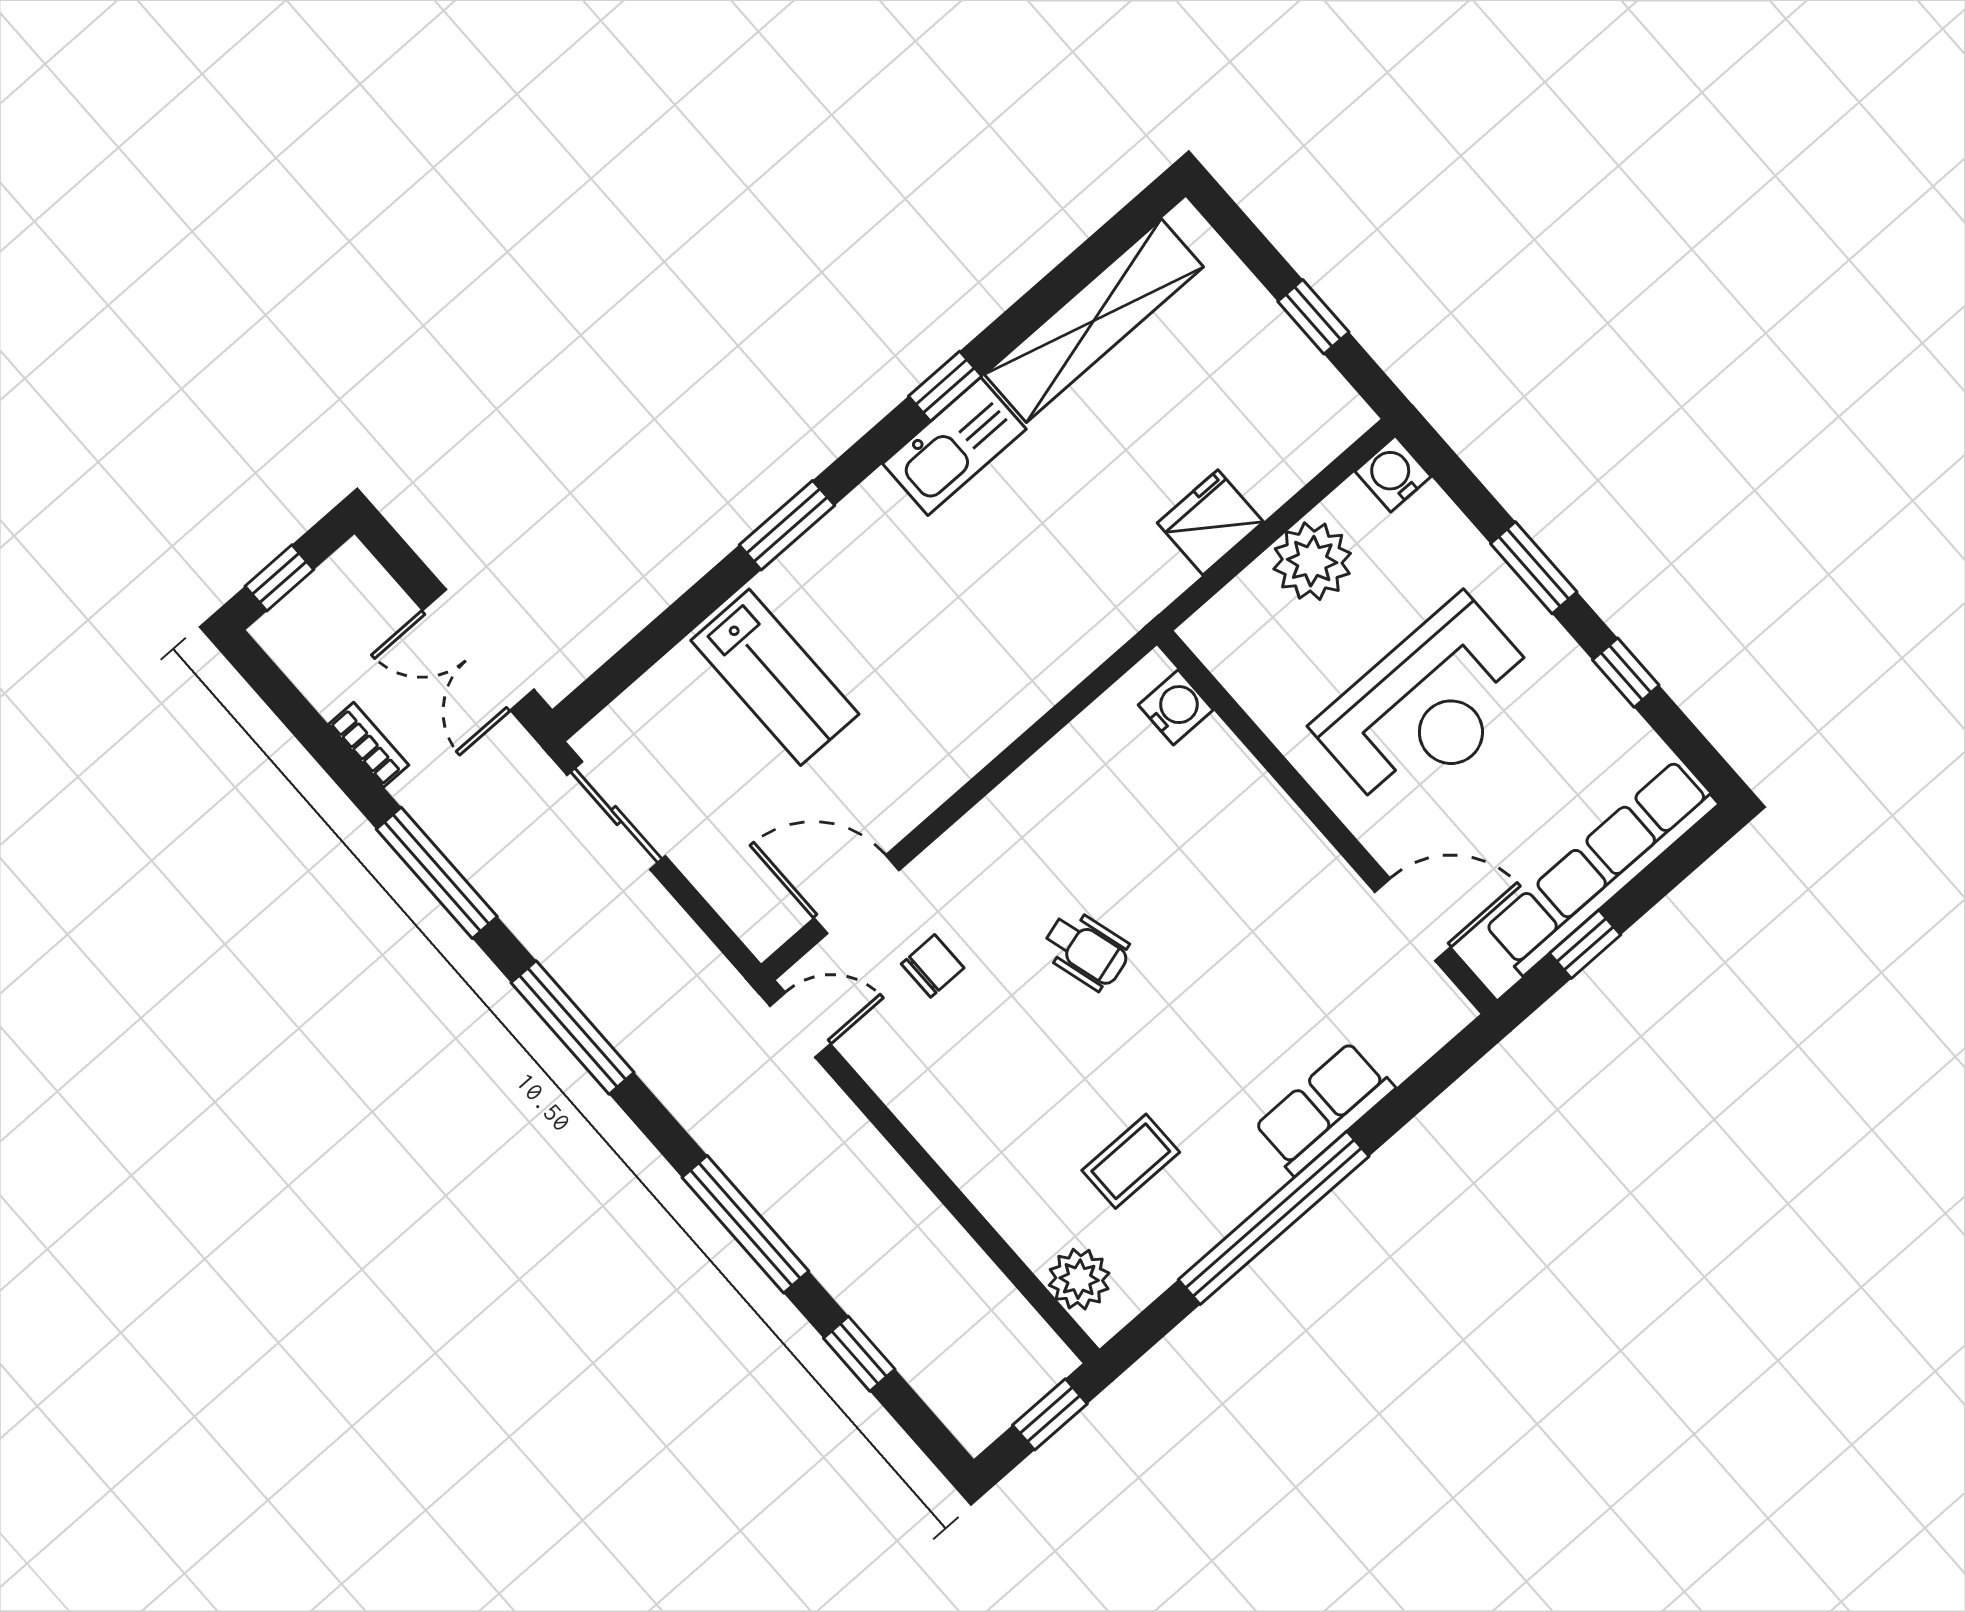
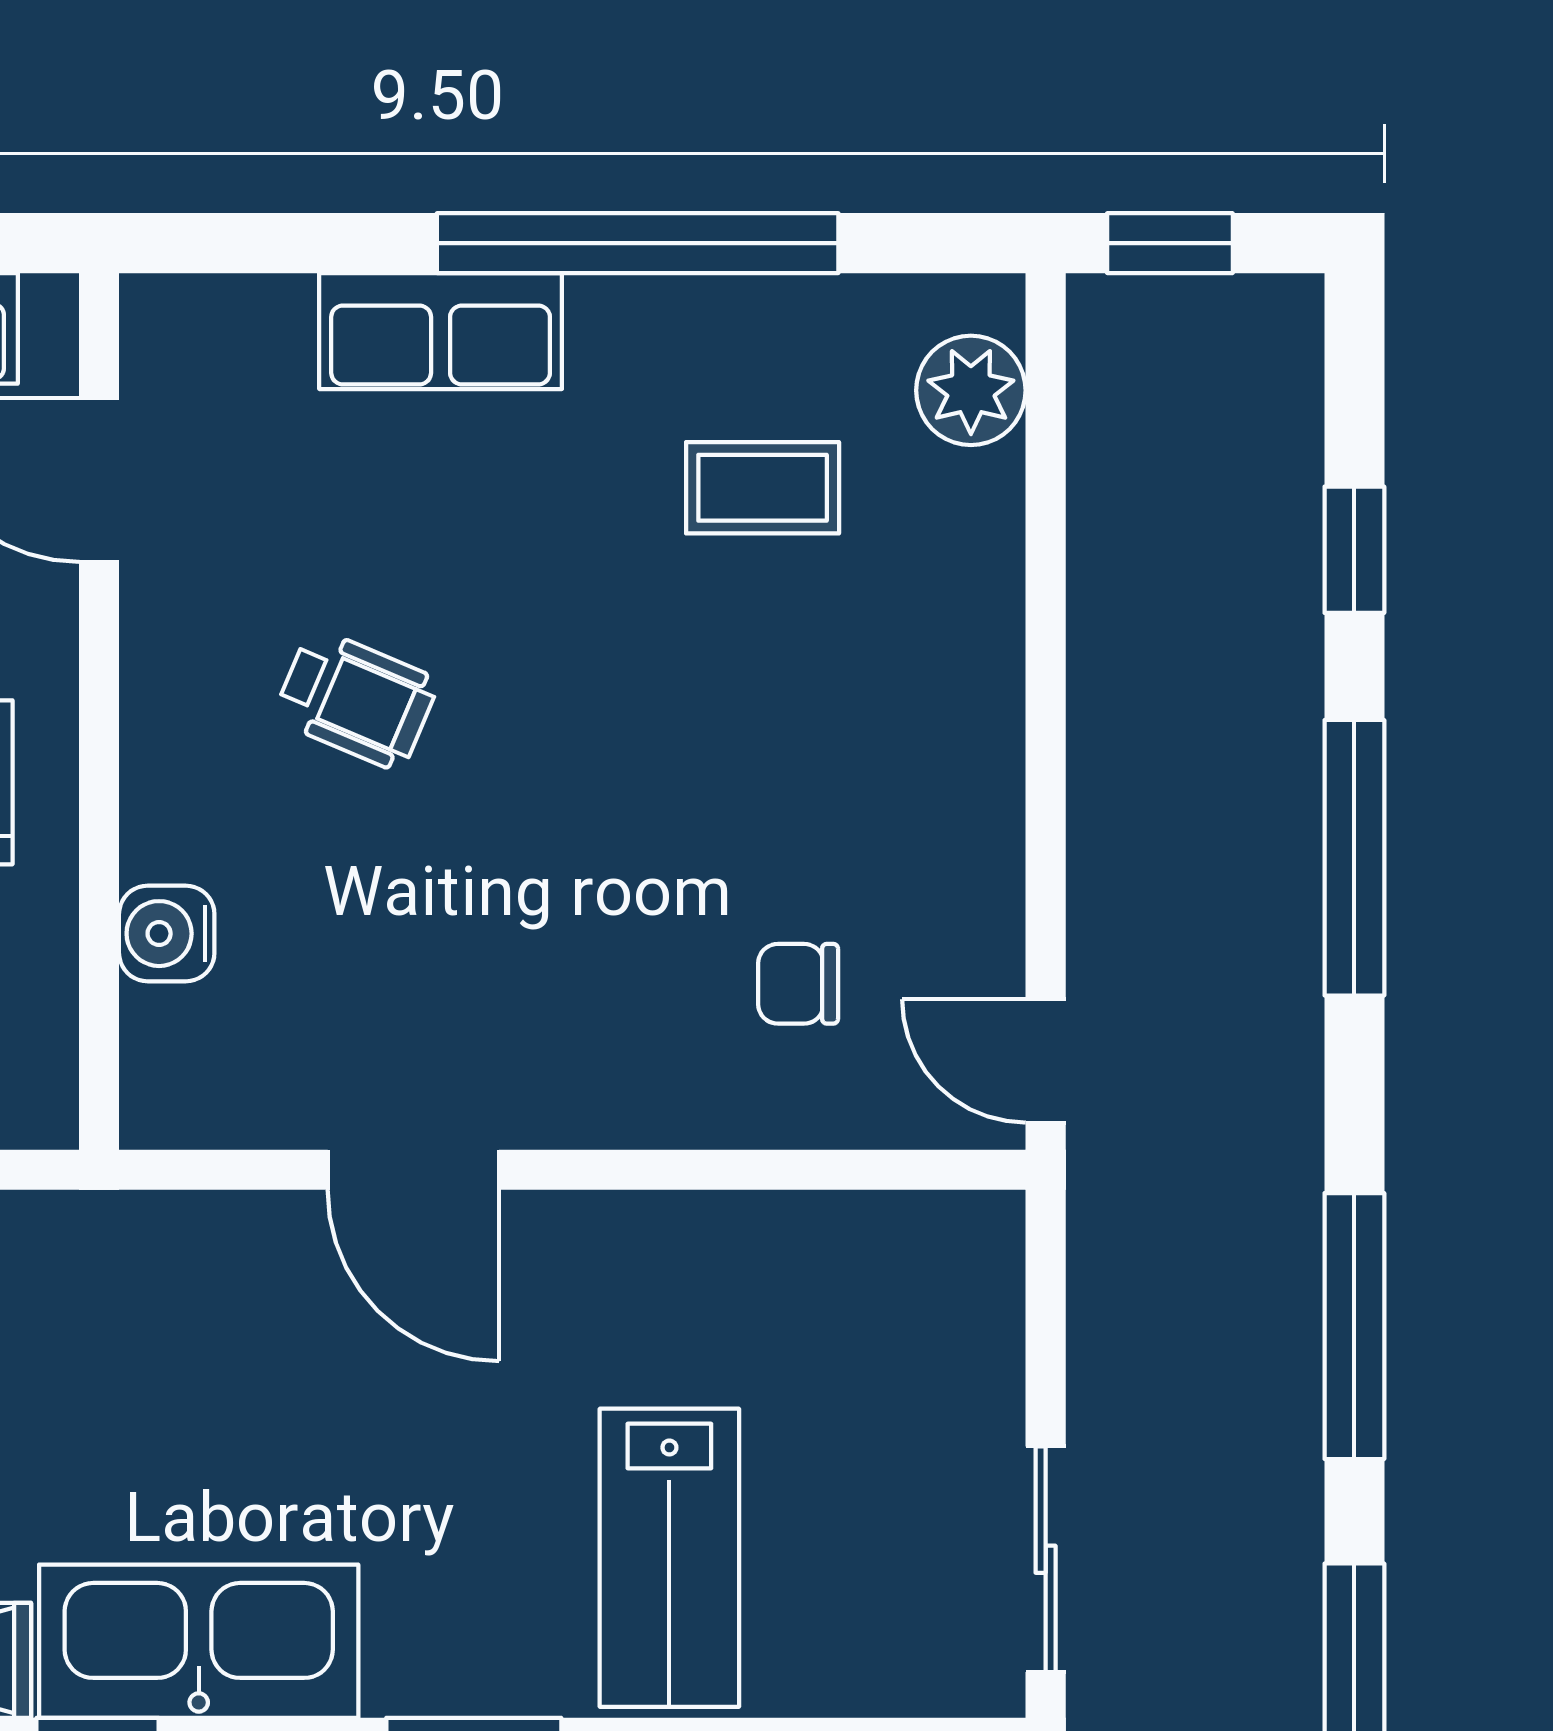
kitchen sink: (954, 446) -> (199, 1641), width x1.36, depth x1.24
lab bench: (775, 677) -> (669, 1558), turned 180
water cooler: (1176, 707) -> (167, 934), moved
door: (857, 894) -> (413, 1170), moved
wheelchair: (1086, 950) -> (356, 699), moved, turned 129

